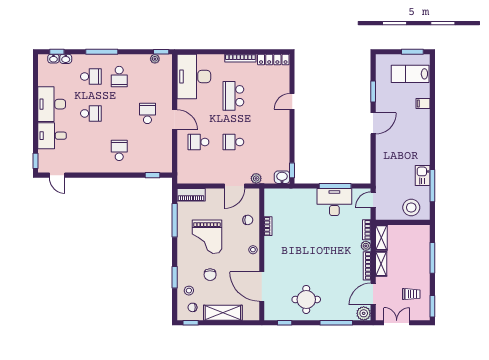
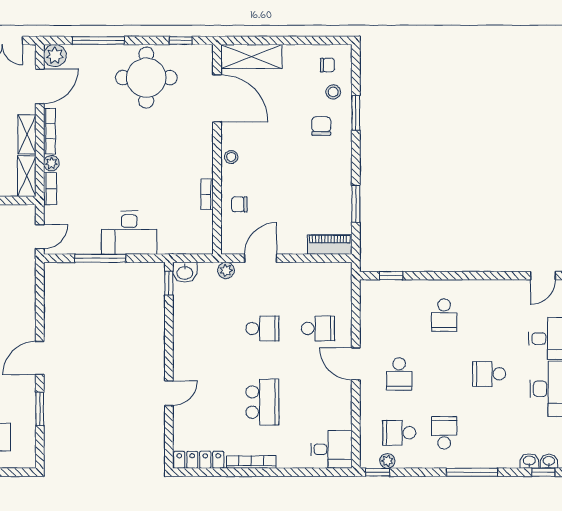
school desk: (91, 76) -> (399, 433), moved
desk: (194, 77) -> (331, 449), width x0.53, depth x0.77
door: (57, 175) -> (543, 276), swing flipped
desk: (334, 202) -> (129, 233), moved
window: (175, 220) -> (356, 204), width x0.69
grand piano: (207, 237) -> (304, 177), removed
chair: (210, 275) -> (321, 126), moved
round table: (306, 299) -> (146, 78), width x1.36, depth x1.36
shelving: (223, 313) -> (251, 57), moved
window: (191, 323) -> (330, 40), removed

